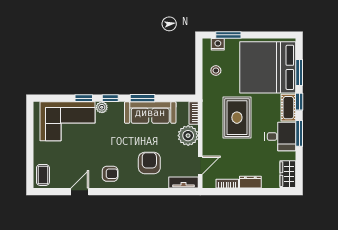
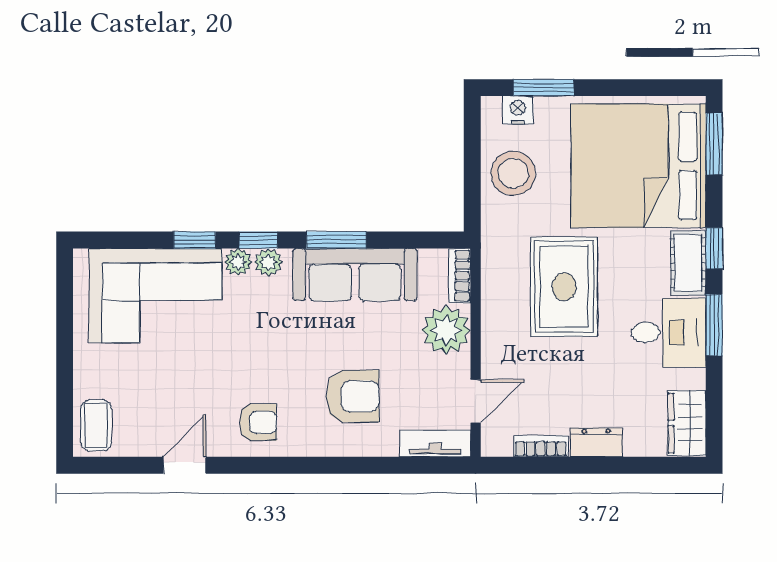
stool: (216, 71) -> (513, 173), width x1.89, depth x1.89
window: (299, 73) -> (714, 144), moved
plant: (114, 107) -> (268, 262), added
armchair: (149, 163) -> (353, 396), turned 90

